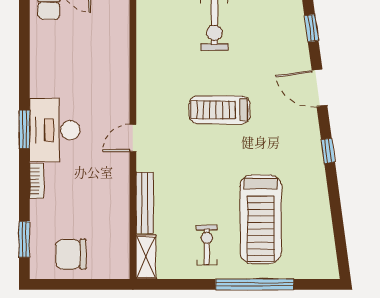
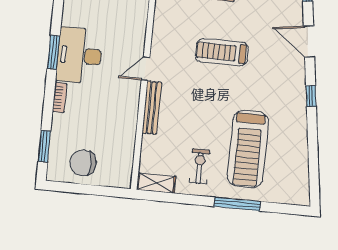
bench: (145, 203) -> (152, 108), moved
shelving: (146, 257) -> (156, 183), moved, turned 90
window: (255, 284) -> (237, 204), width x0.68

